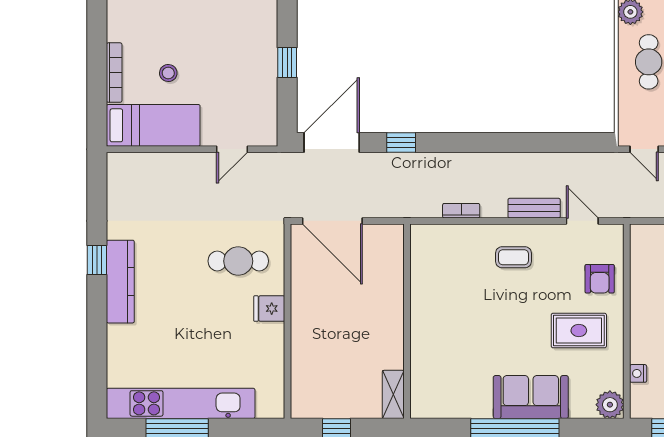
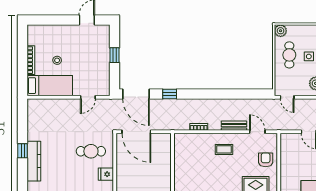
door: (332, 143) -> (136, 94), swing flipped
armchair: (600, 279) -> (266, 160), turned 180

